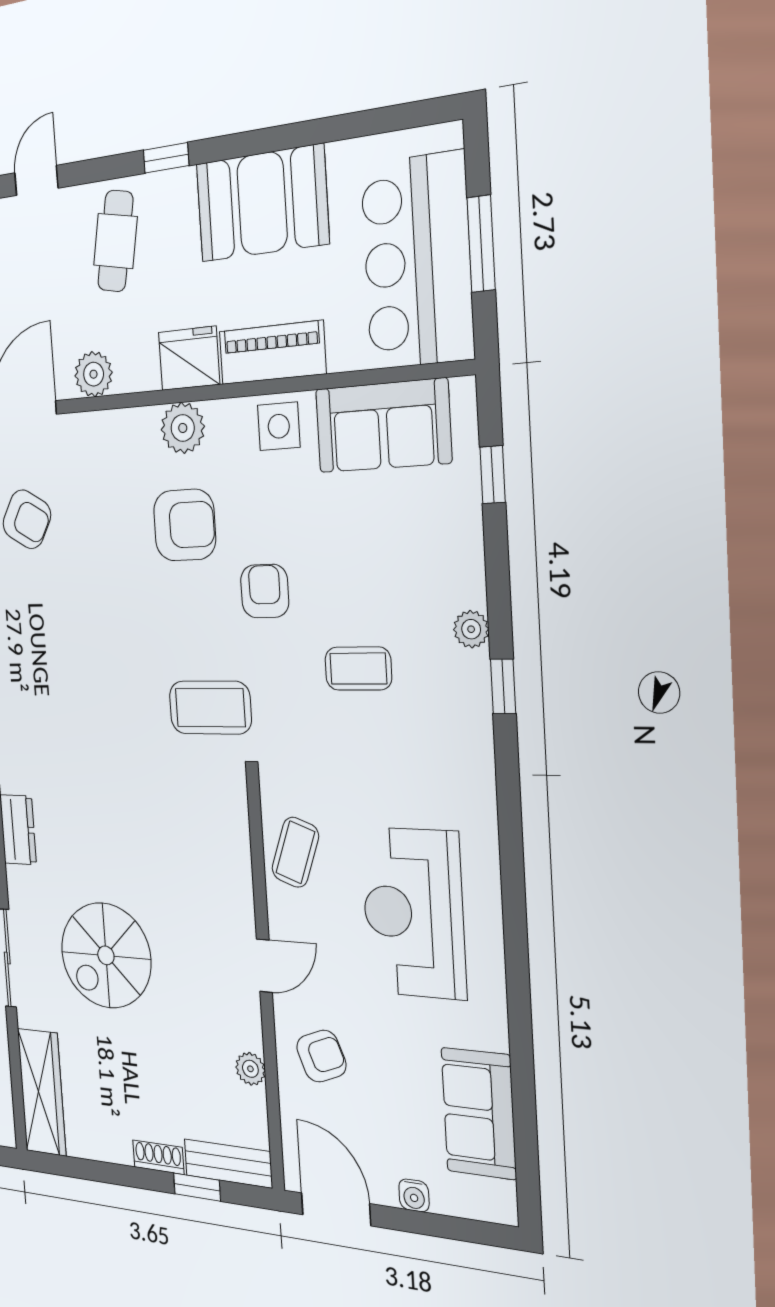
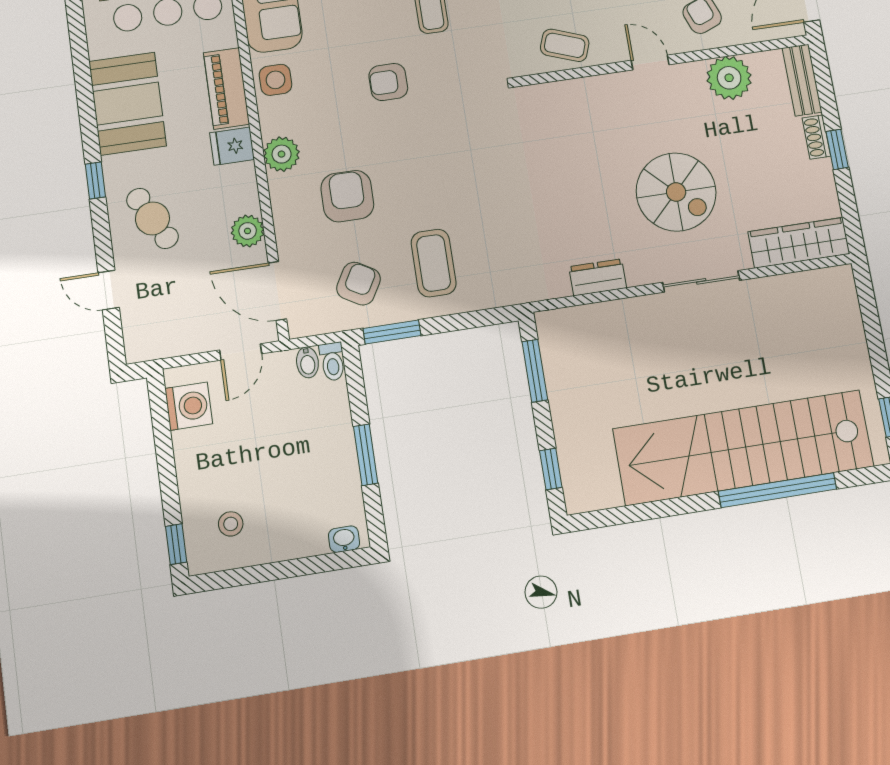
cafe table: (115, 241) -> (152, 218), turned 51
fridge: (189, 358) -> (232, 146), width x0.72
armchair: (185, 525) -> (347, 196), moved
coffee table: (210, 708) -> (434, 263), moved
plant: (250, 1069) -> (729, 78), width x1.88, depth x1.88
window: (197, 1187) -> (837, 149), moved

